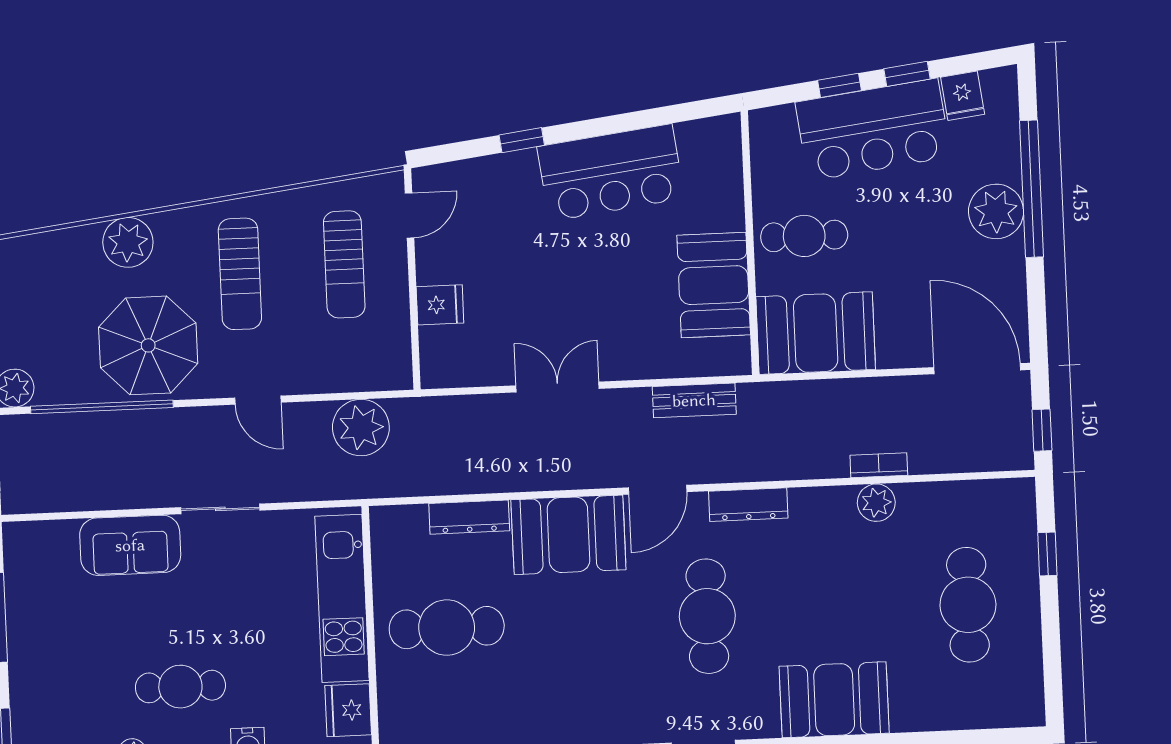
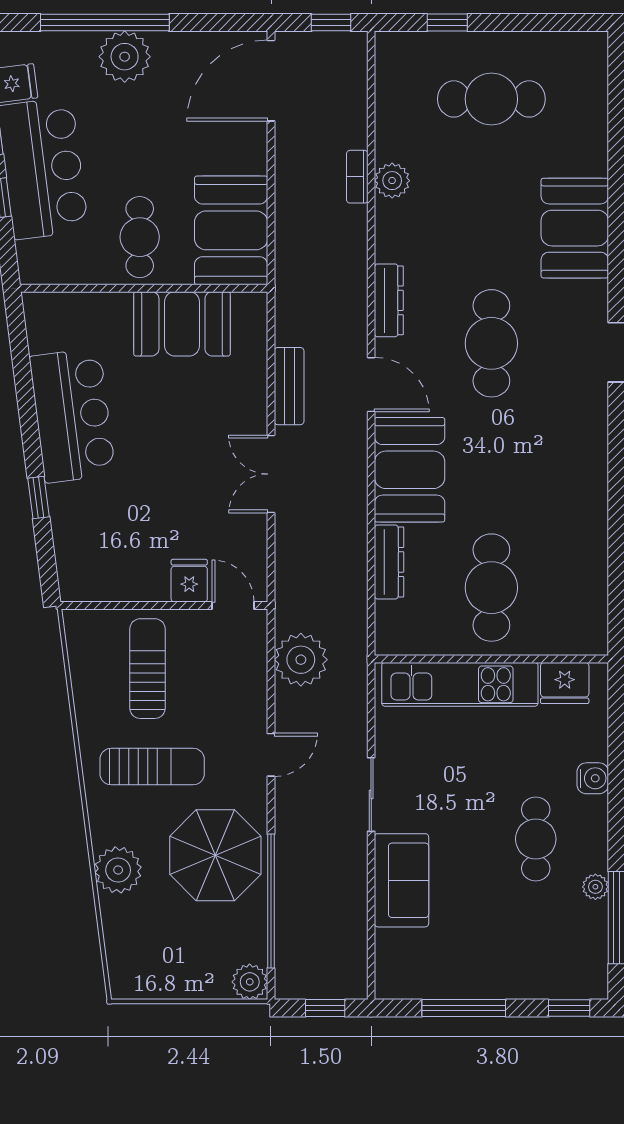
door: (409, 215) -> (233, 606), moved
sun lounger: (344, 264) -> (148, 669), turned -90
bench: (694, 400) -> (289, 386), moved
cafe table: (707, 616) -> (491, 343), turned 90

